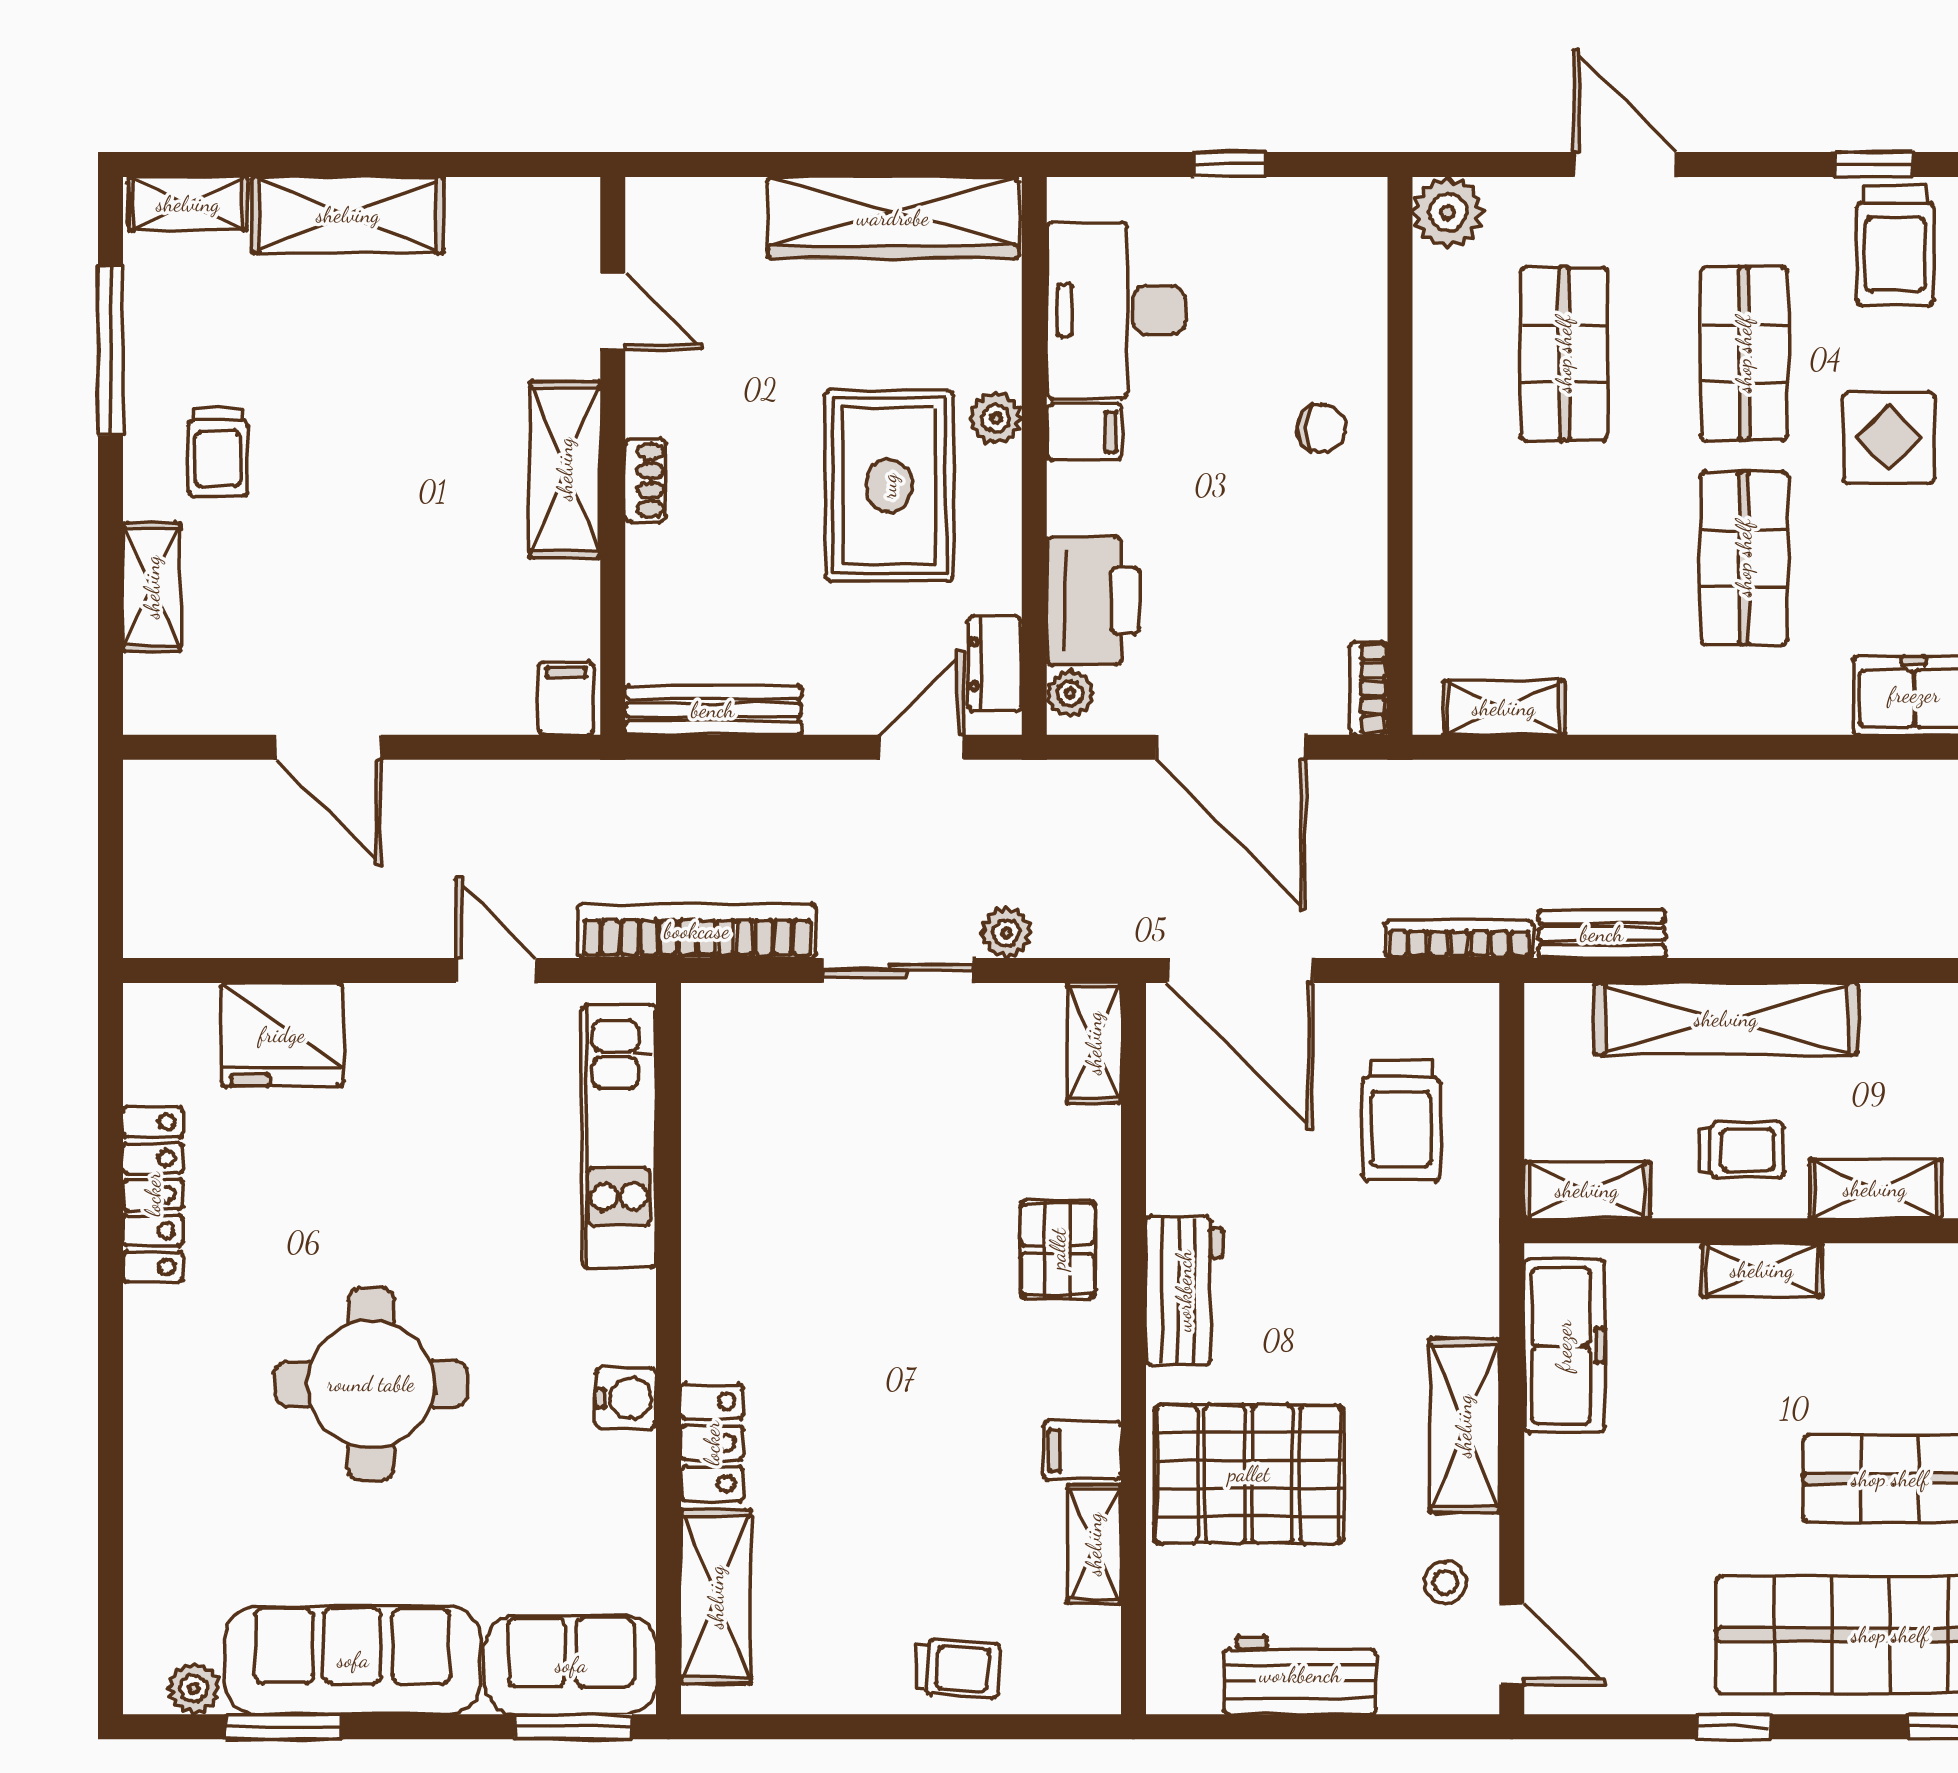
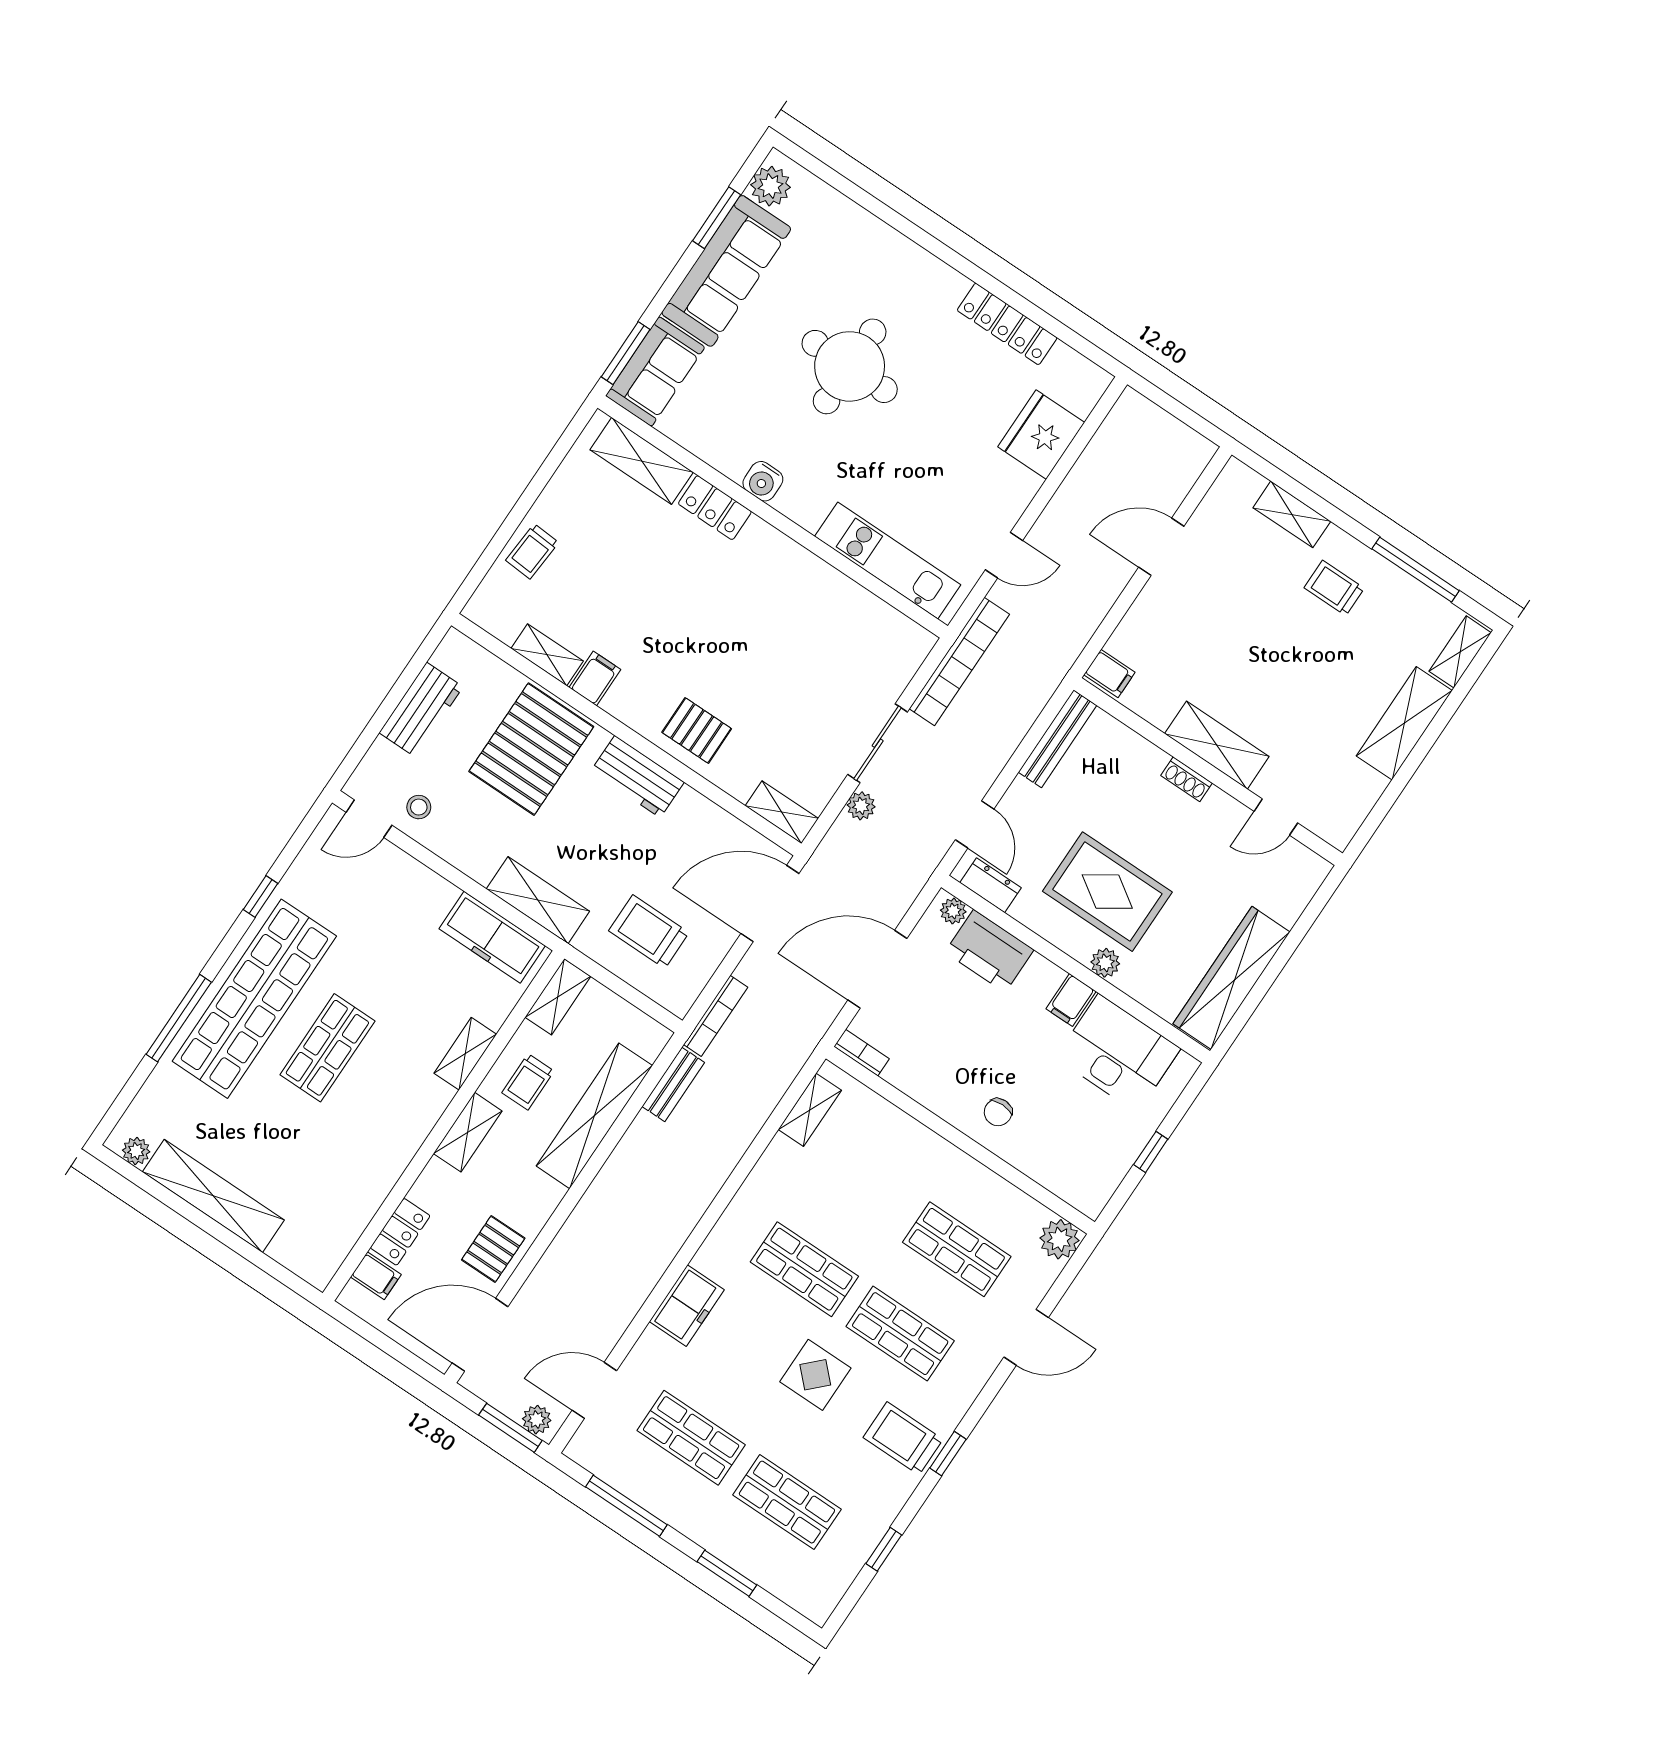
shelving: (1464, 1426) -> (538, 900), moved
plant: (194, 1688) -> (771, 186), width x1.38, depth x1.38

